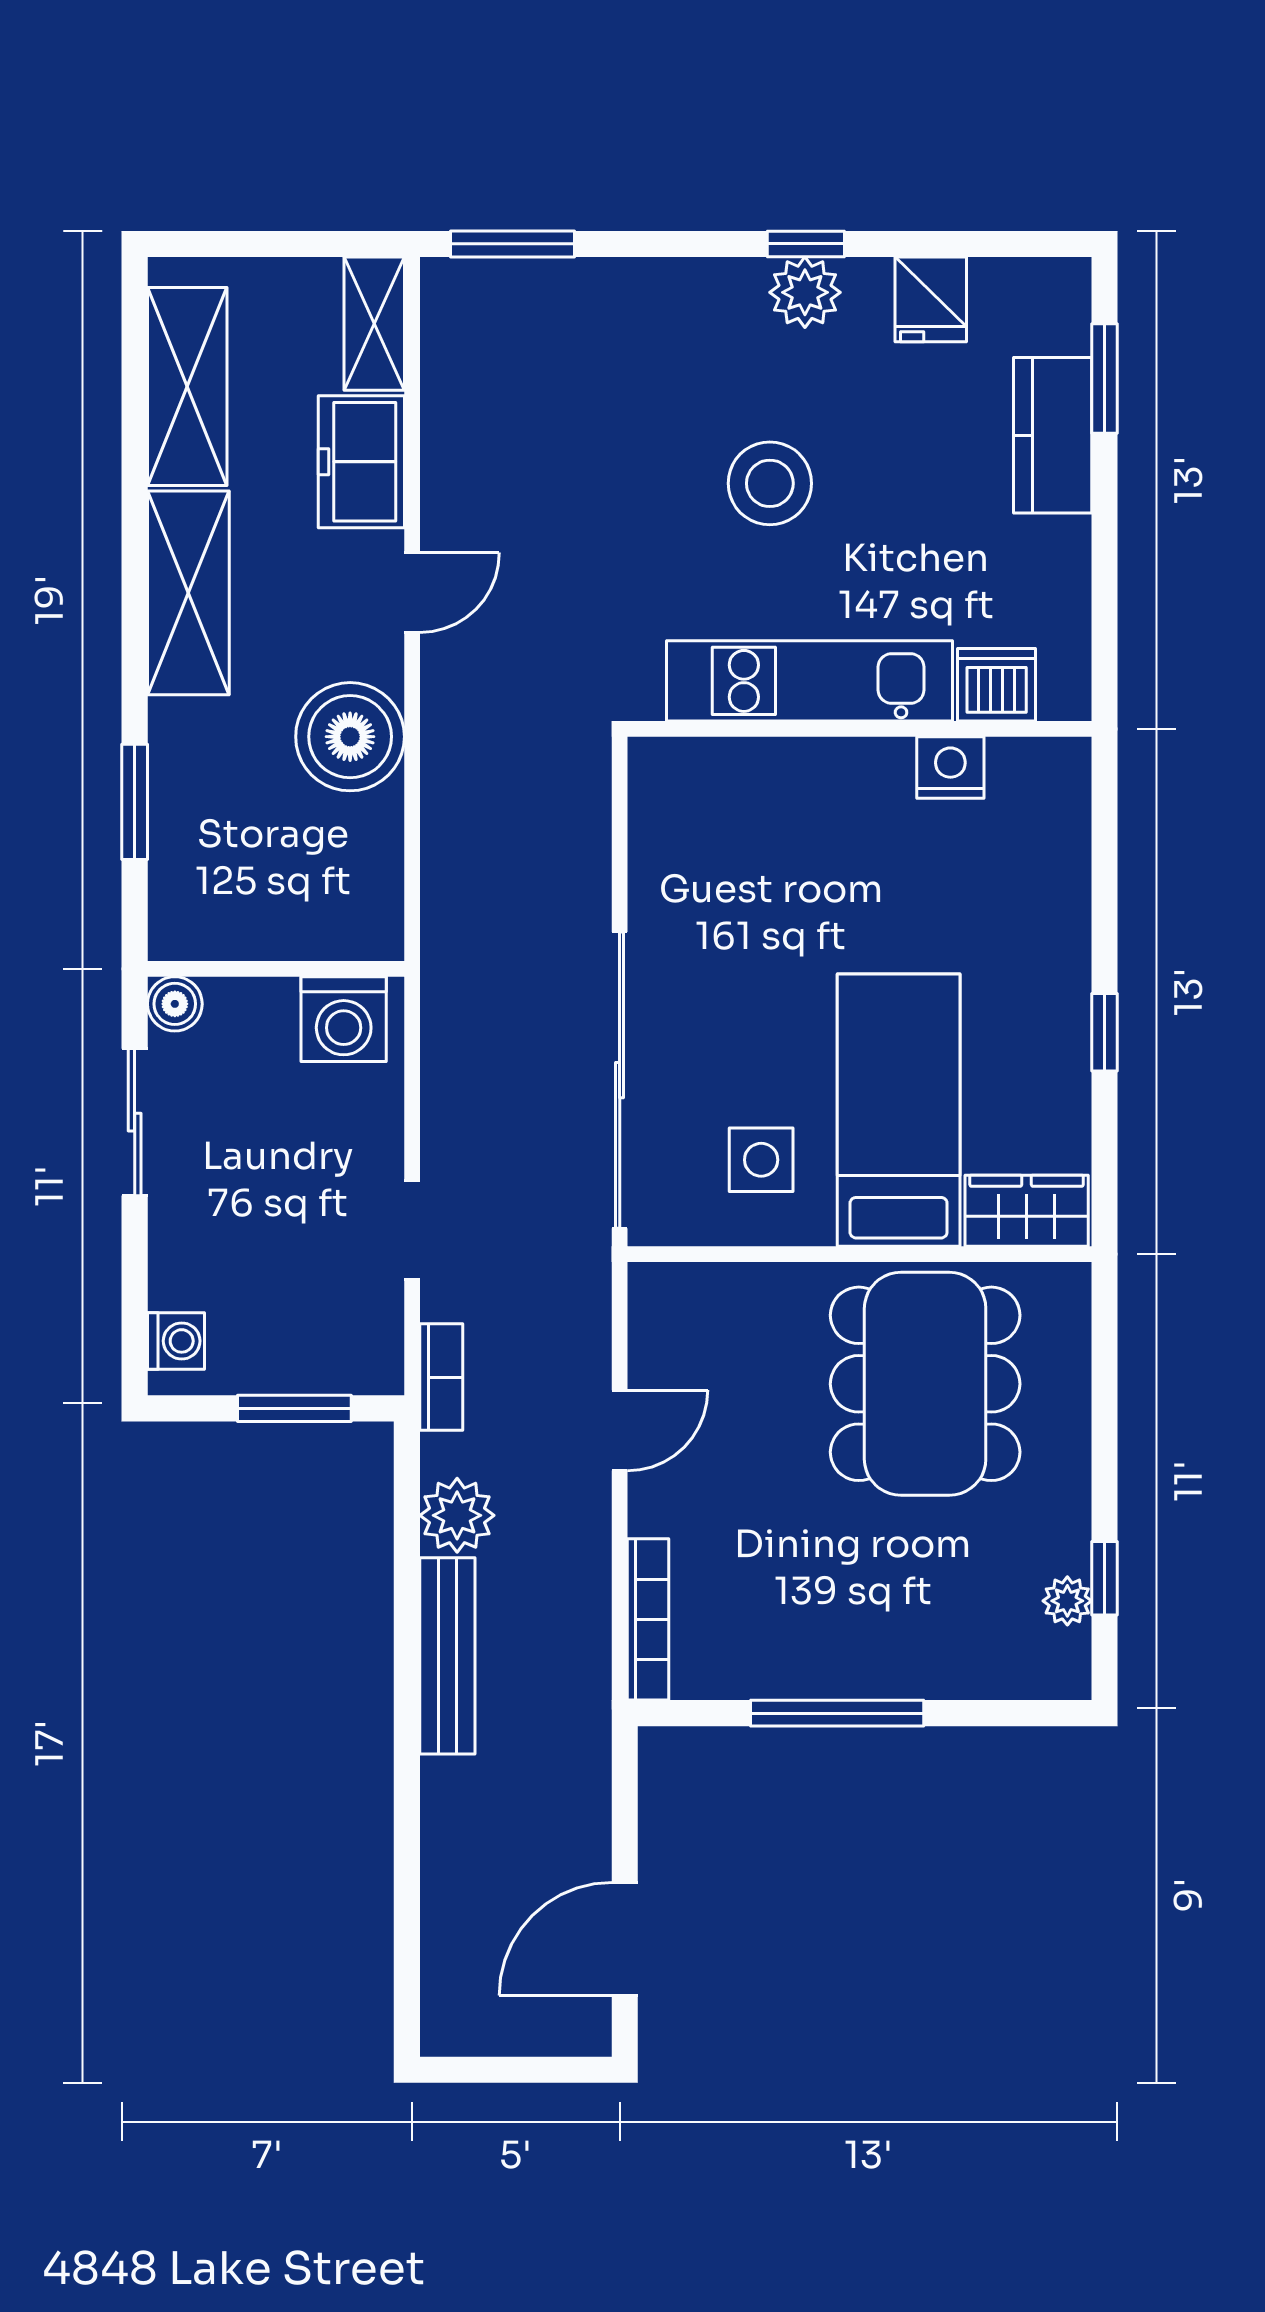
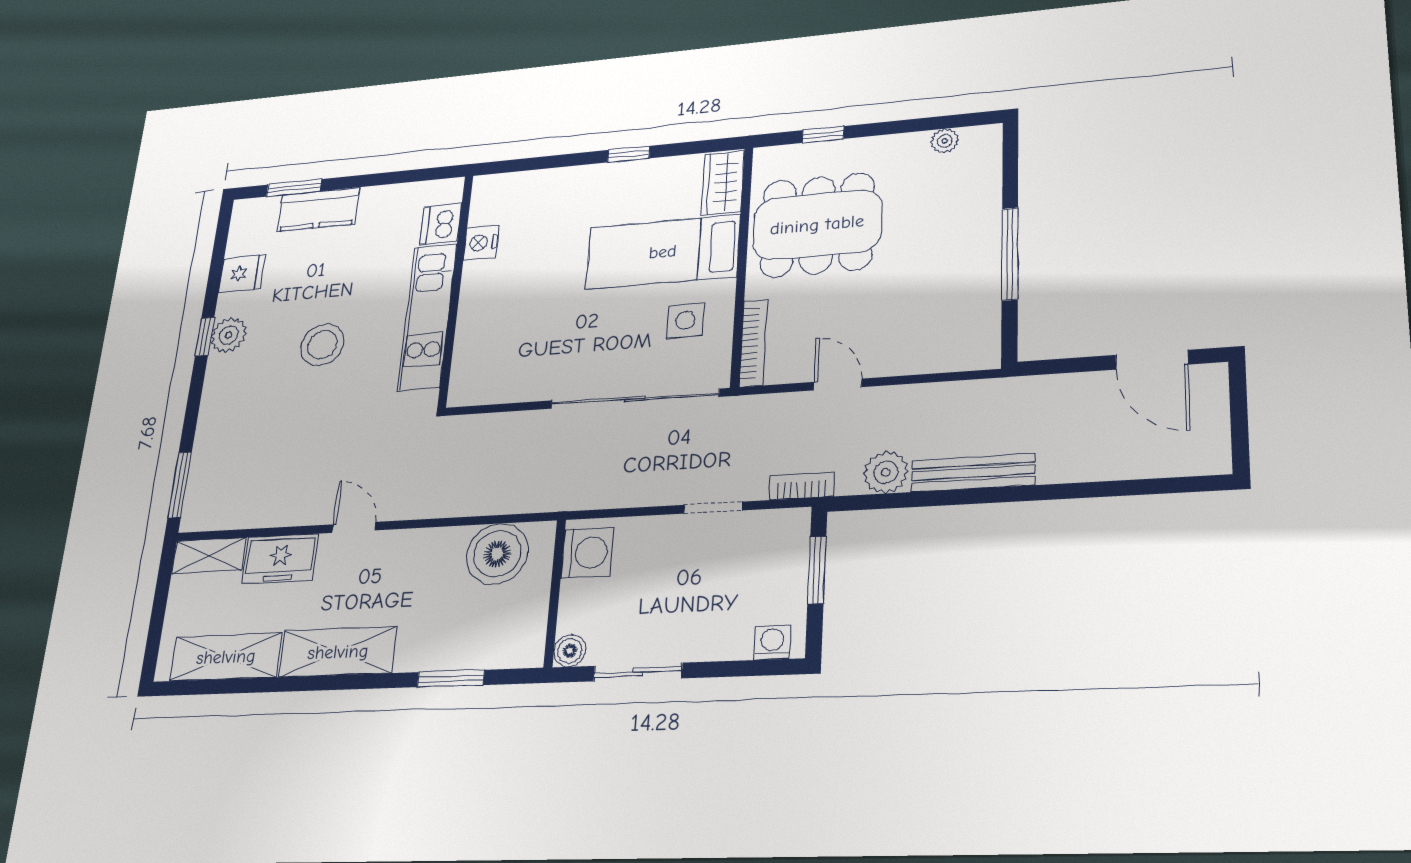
boiler: (350, 737) -> (497, 554), moved
window: (1105, 1578) -> (823, 135), moved
bookcase: (648, 1619) -> (753, 343), moved, turned 90

